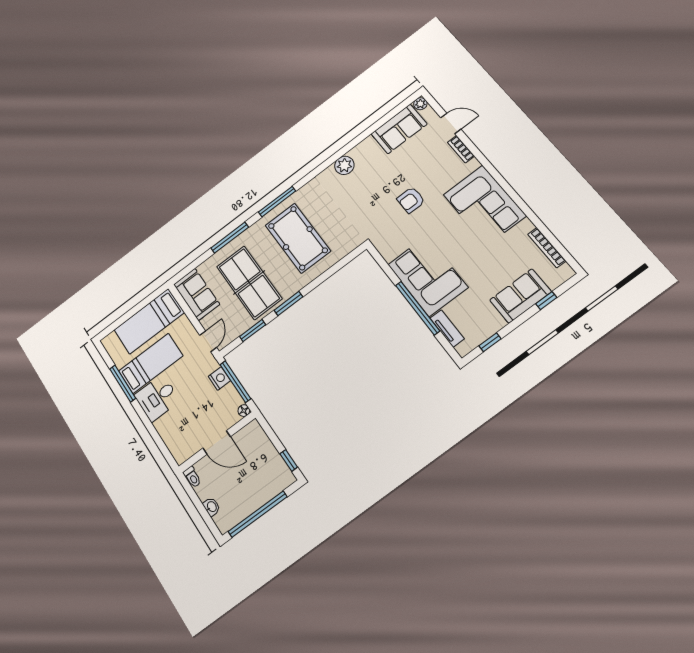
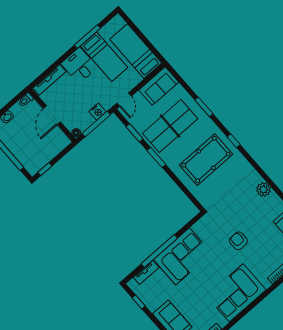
window: (277, 202) -> (234, 141), width x0.46
window: (230, 238) -> (204, 107), width x0.69
door: (208, 341) -> (124, 100), hinge flipped
tv unit: (170, 441) -> (49, 80), added

